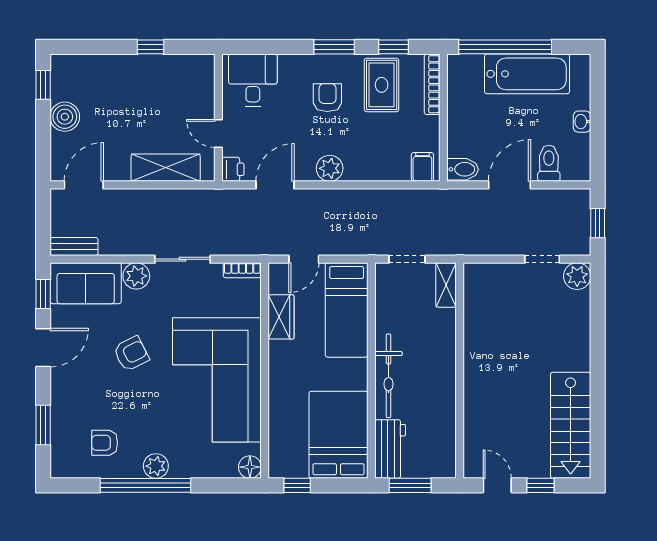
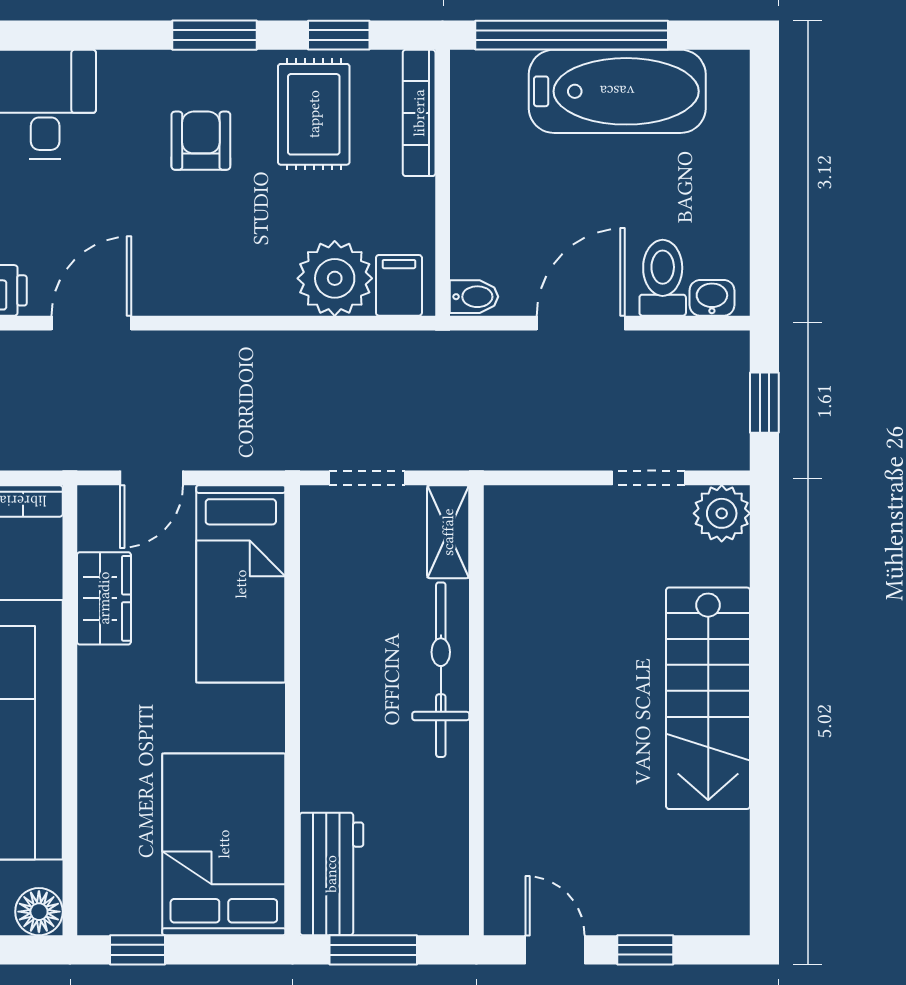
washbasin: (582, 122) -> (712, 298), moved, turned 90
plant: (330, 168) -> (335, 278), moved, width x1.36, depth x1.36
bidet: (463, 169) -> (474, 297), width x0.72, depth x0.74
bicycle: (388, 376) -> (441, 670), moved, turned 180
stairs: (571, 425) -> (708, 698), moved

